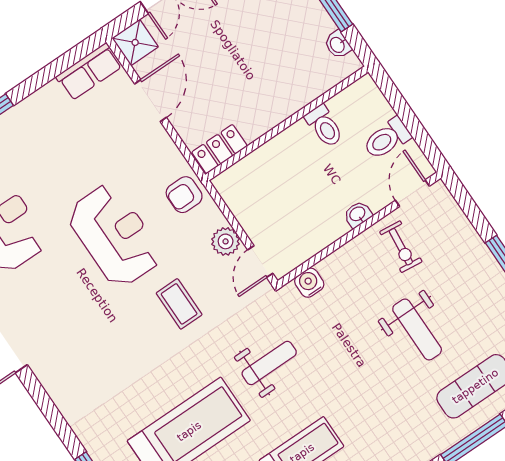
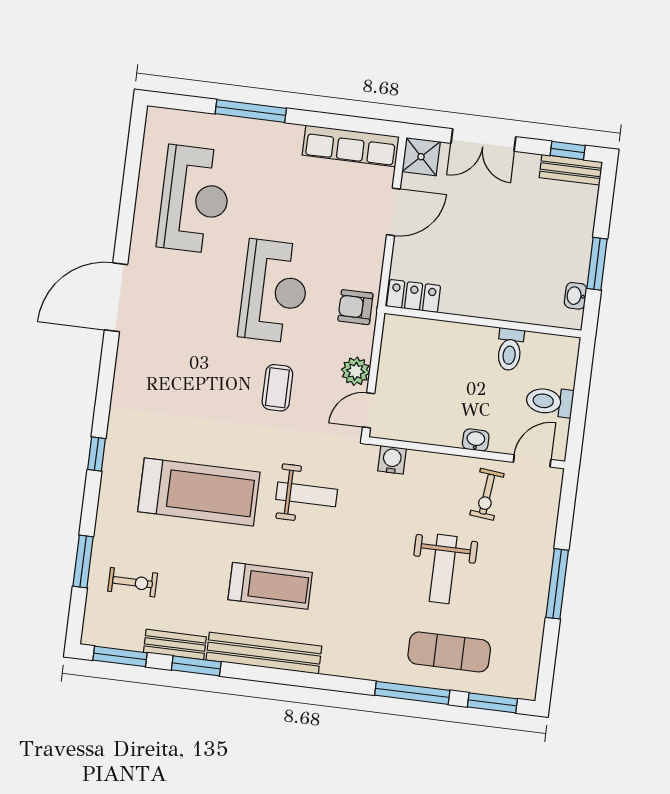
row of seats: (89, 72) -> (351, 146), width x1.48

